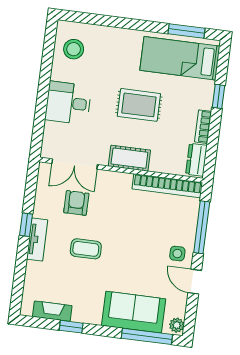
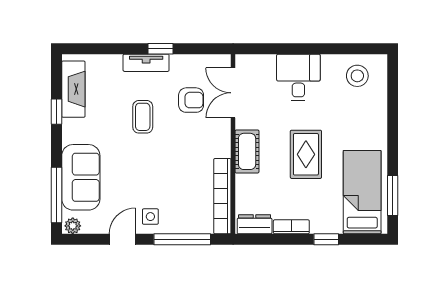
fireplace: (52, 311) -> (73, 89), width x1.37, depth x1.32

